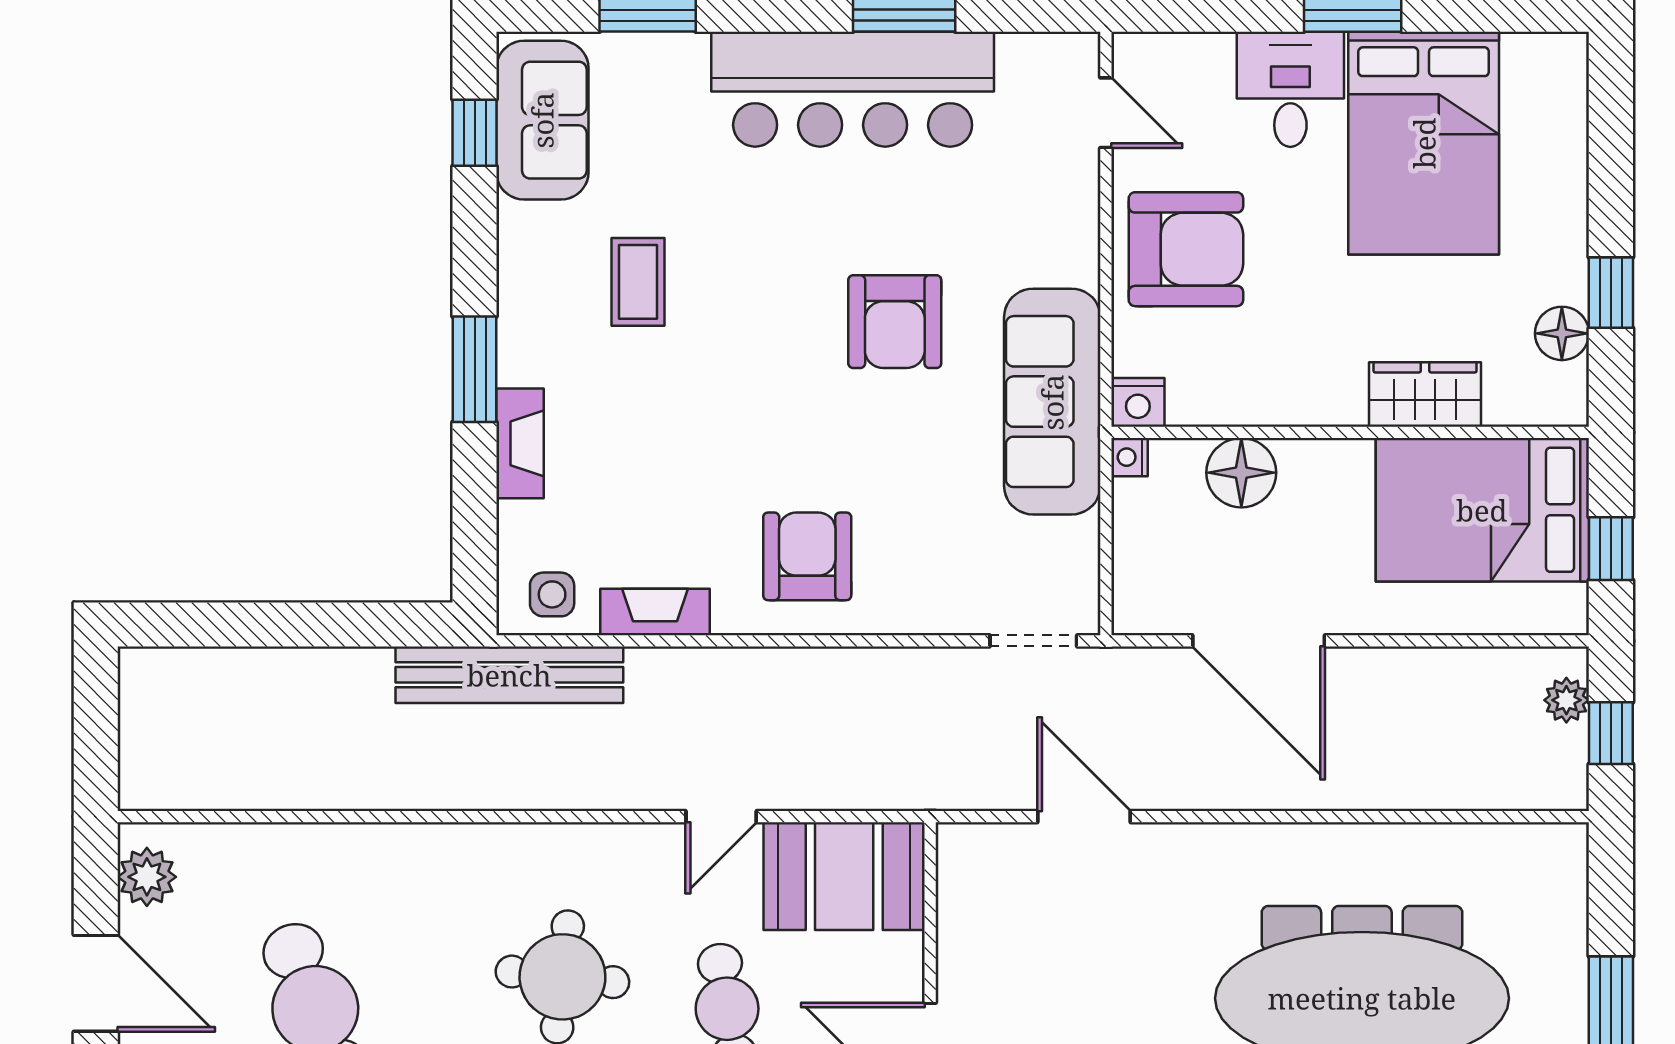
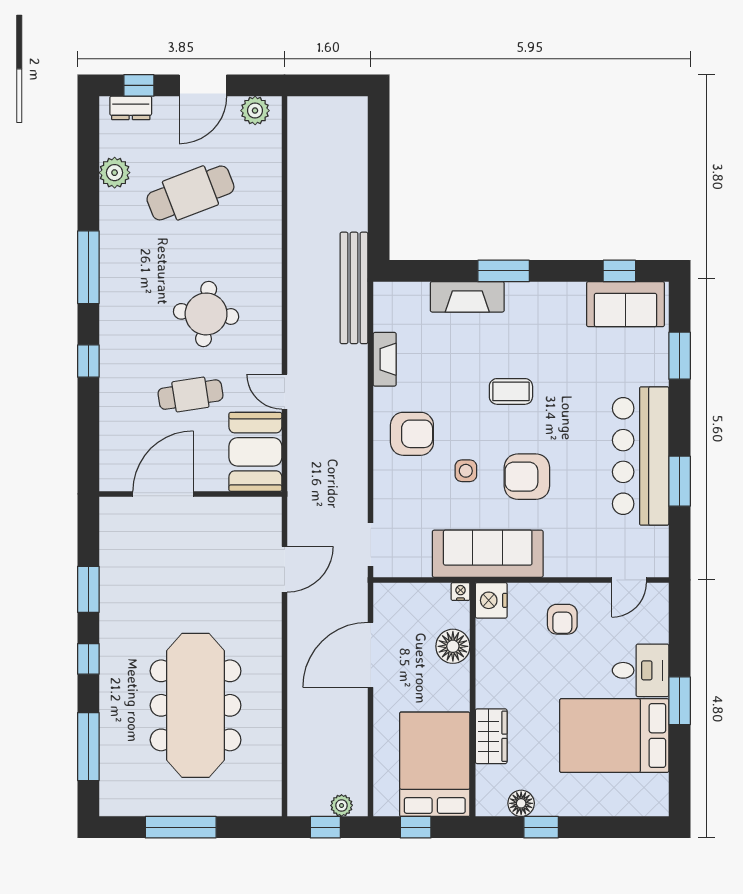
armchair: (1186, 249) -> (562, 619), width x0.53, depth x0.53
coffee table: (638, 282) -> (511, 391), moved
nightstand: (1138, 402) -> (491, 600), width x1.36, depth x1.33
fireplace: (520, 443) -> (467, 297), width x1.37, depth x1.32
side table: (552, 594) -> (466, 471), moved

